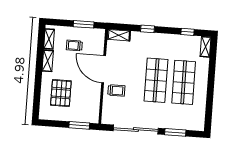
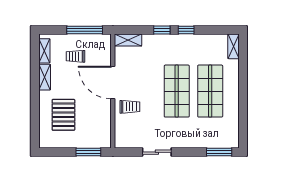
window: (84, 24) -> (85, 30), width x1.44
window: (188, 32) -> (186, 30), moved
sliding door: (136, 130) -> (157, 152), width x0.54
window: (175, 132) -> (219, 152), moved

